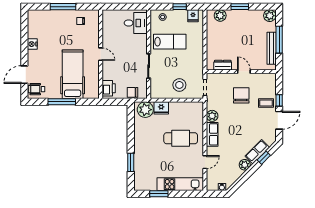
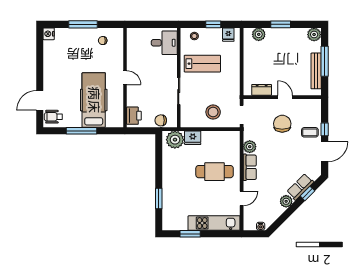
nightstand: (32, 44) -> (49, 34), moved

